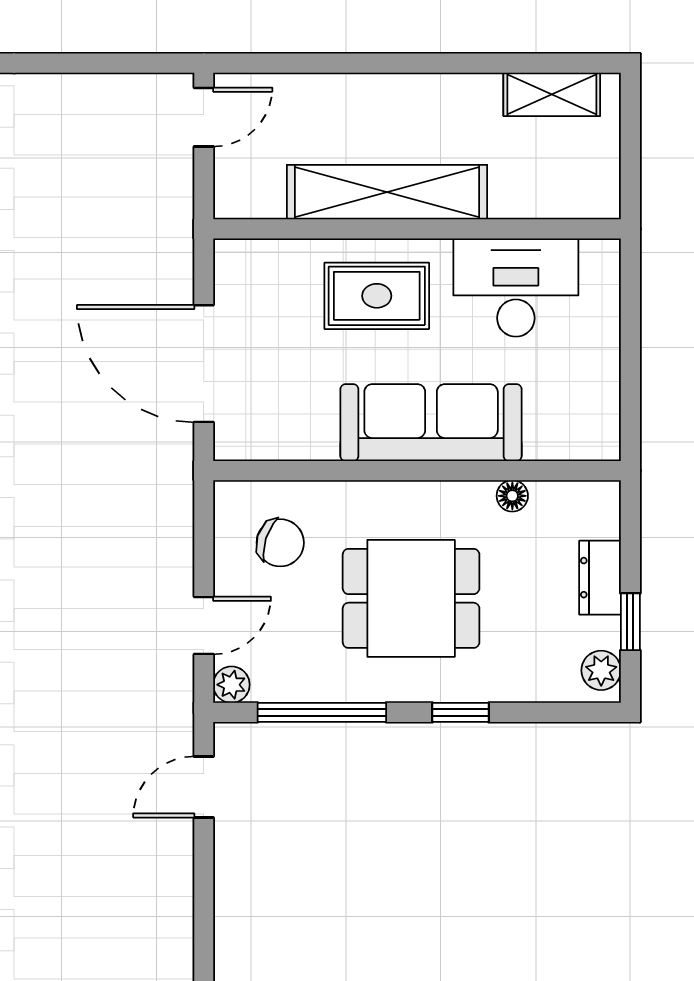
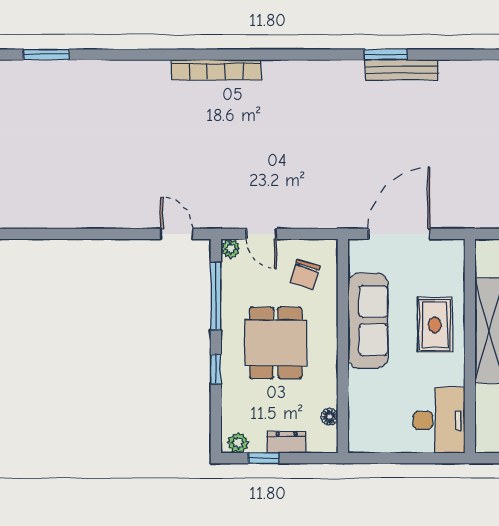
desk: (516, 288) -> (439, 420), moved
sofa: (431, 423) -> (368, 321), moved
floor lamp: (512, 496) -> (330, 417), moved

